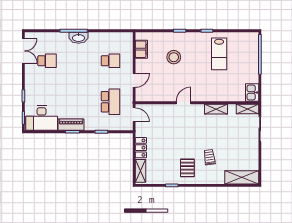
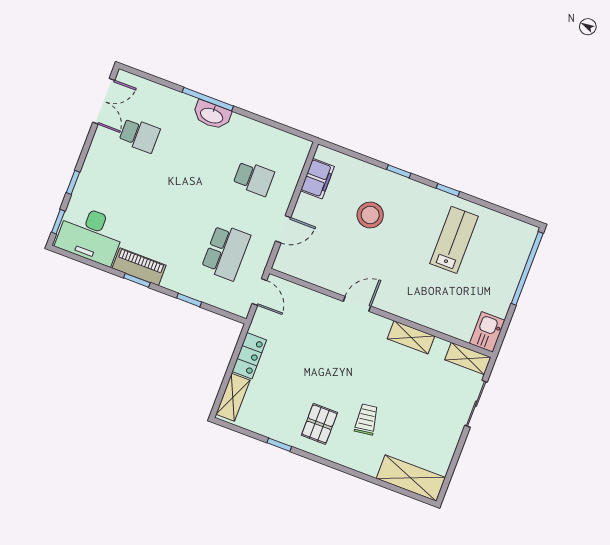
lab bench: (219, 54) -> (454, 240), turned 180

